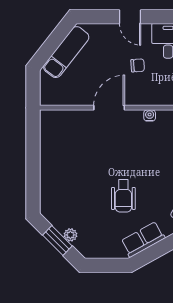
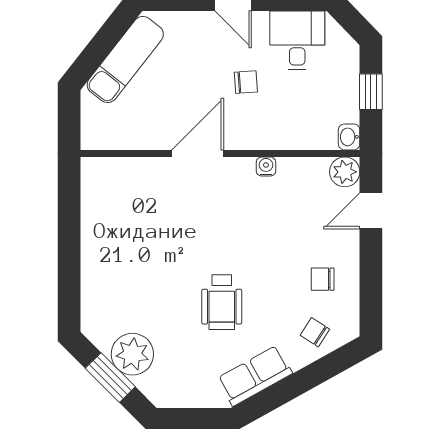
plant: (70, 235) -> (132, 354), width x1.88, depth x1.88

